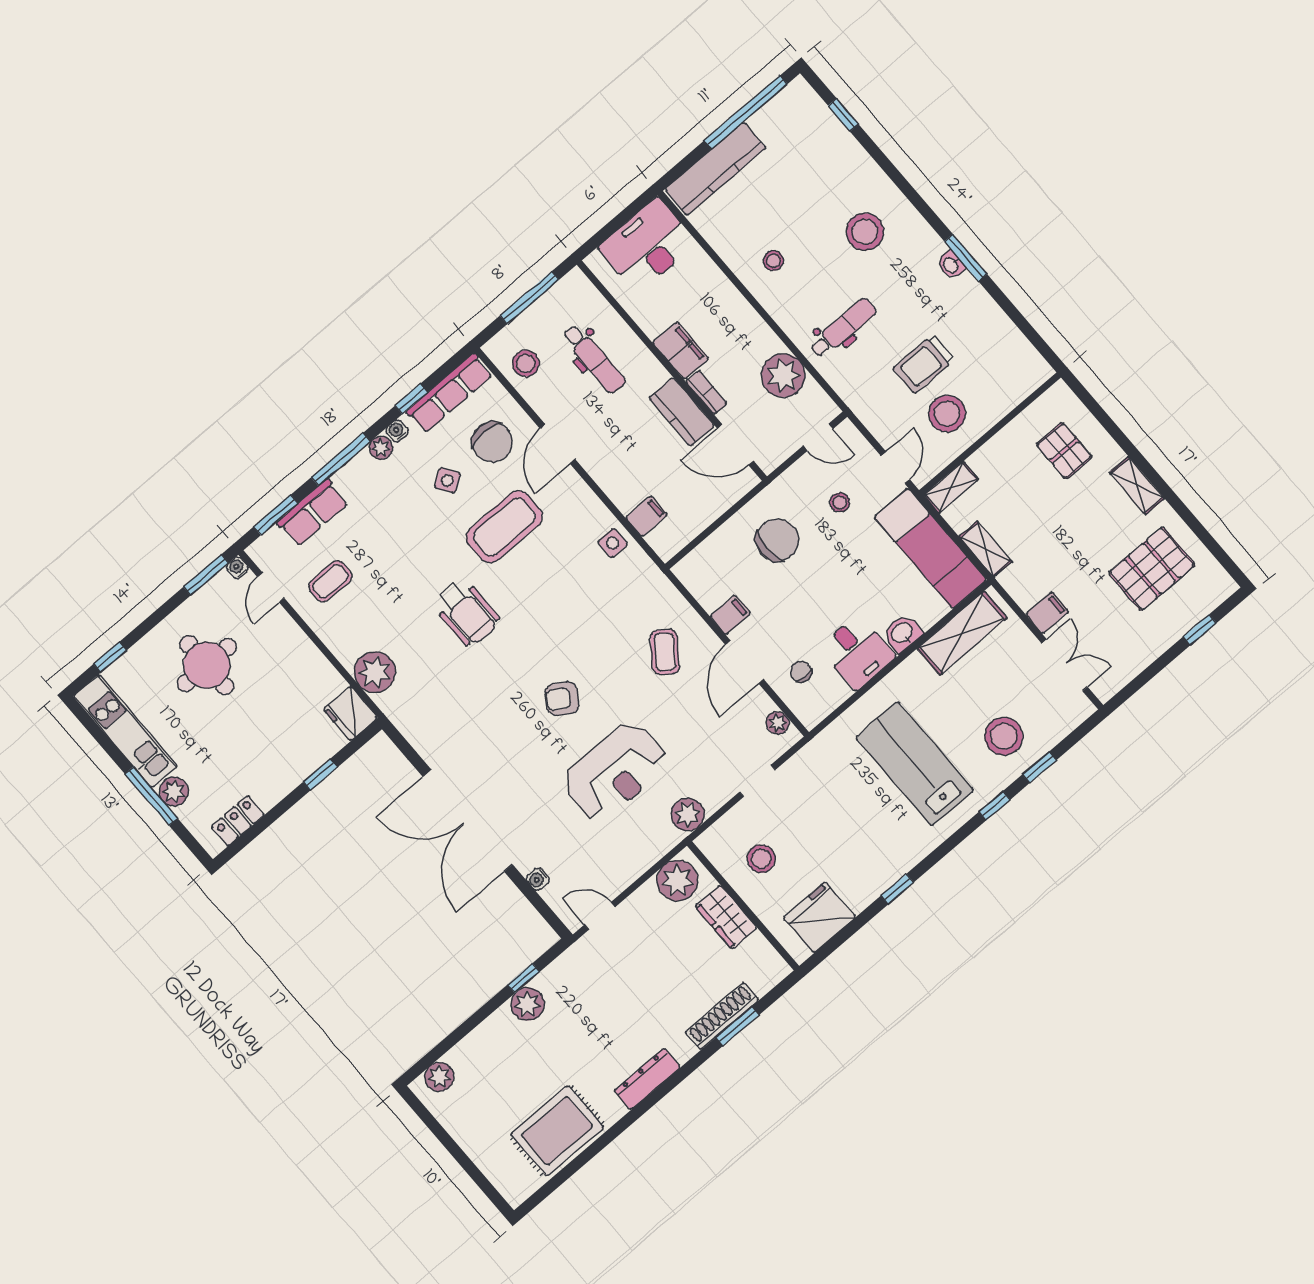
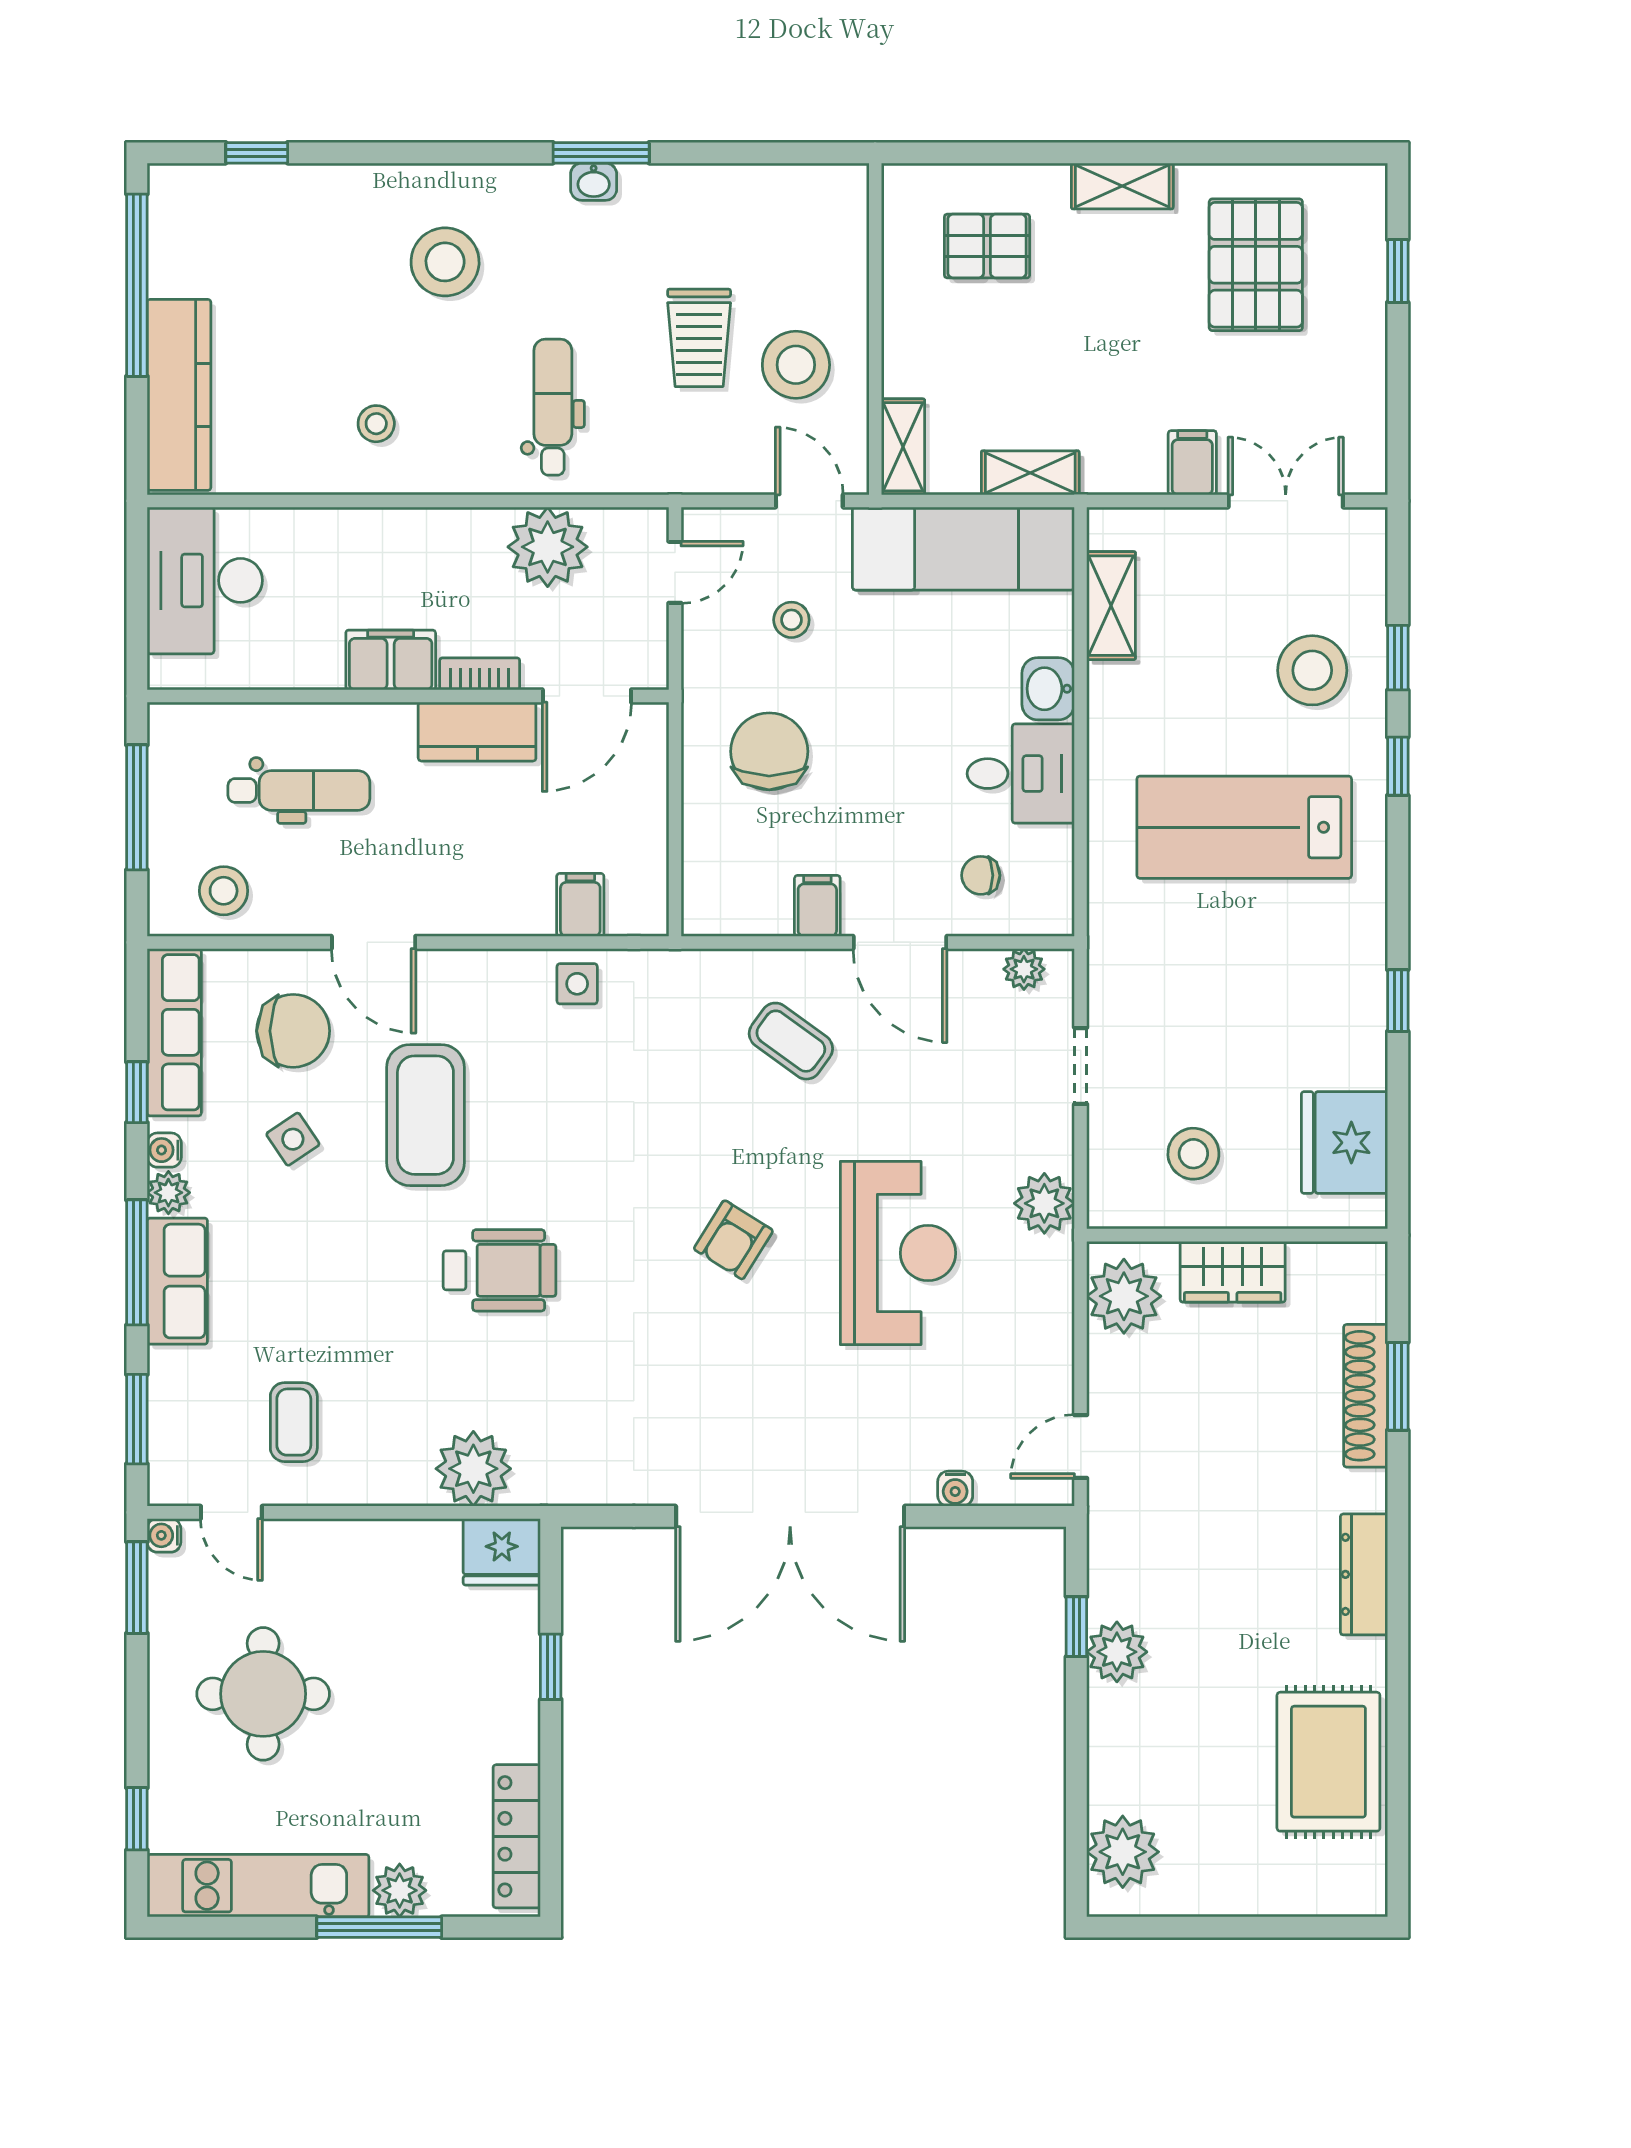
row of seats: (312, 513) -> (177, 1281), moved
shelving: (962, 633) -> (1111, 606), width x0.67, depth x0.75
locker: (238, 821) -> (517, 1836), width x1.53
plant: (439, 1077) -> (1123, 1852), width x1.36, depth x1.36

